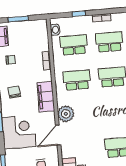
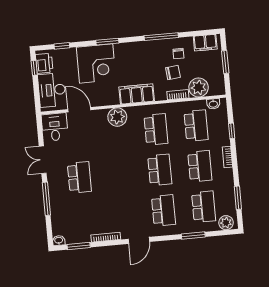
plant: (40, 43) -> (199, 87), added
chair: (14, 92) -> (173, 73), moved
door: (58, 135) -> (79, 110), moved

